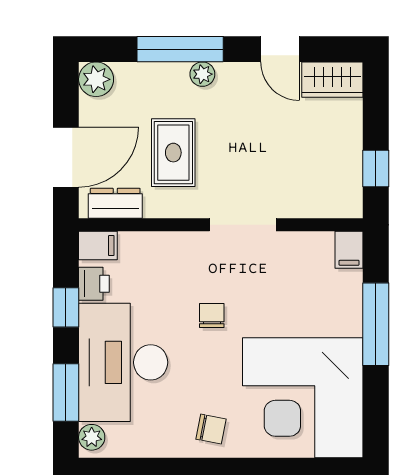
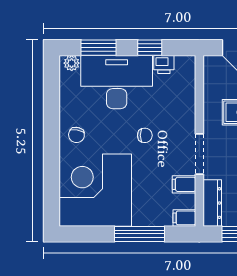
dresser: (115, 203) -> (212, 203), moved, width x1.44
filing cabinet: (98, 246) -> (184, 184), moved, turned 90

